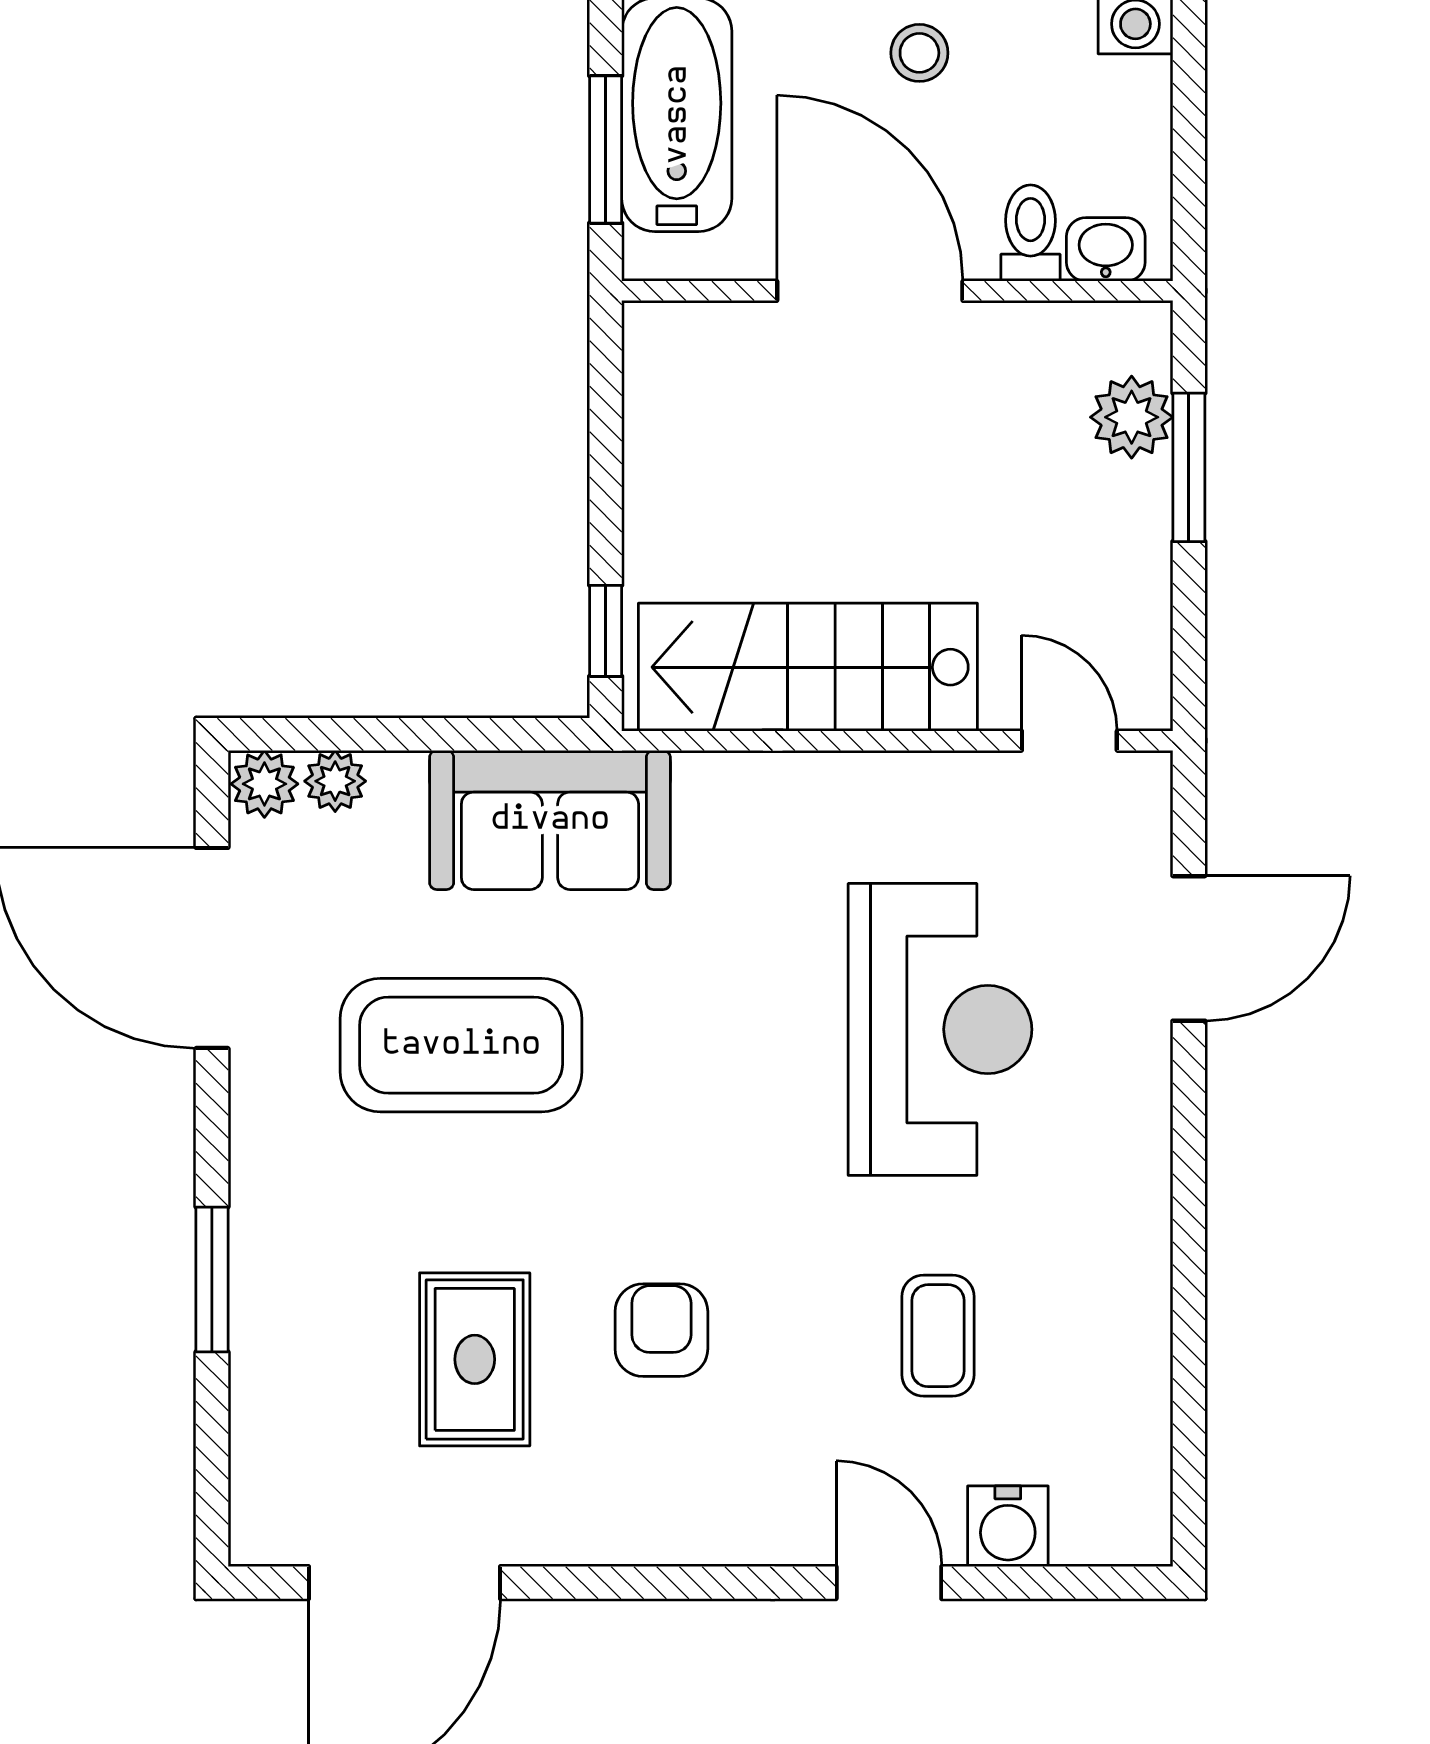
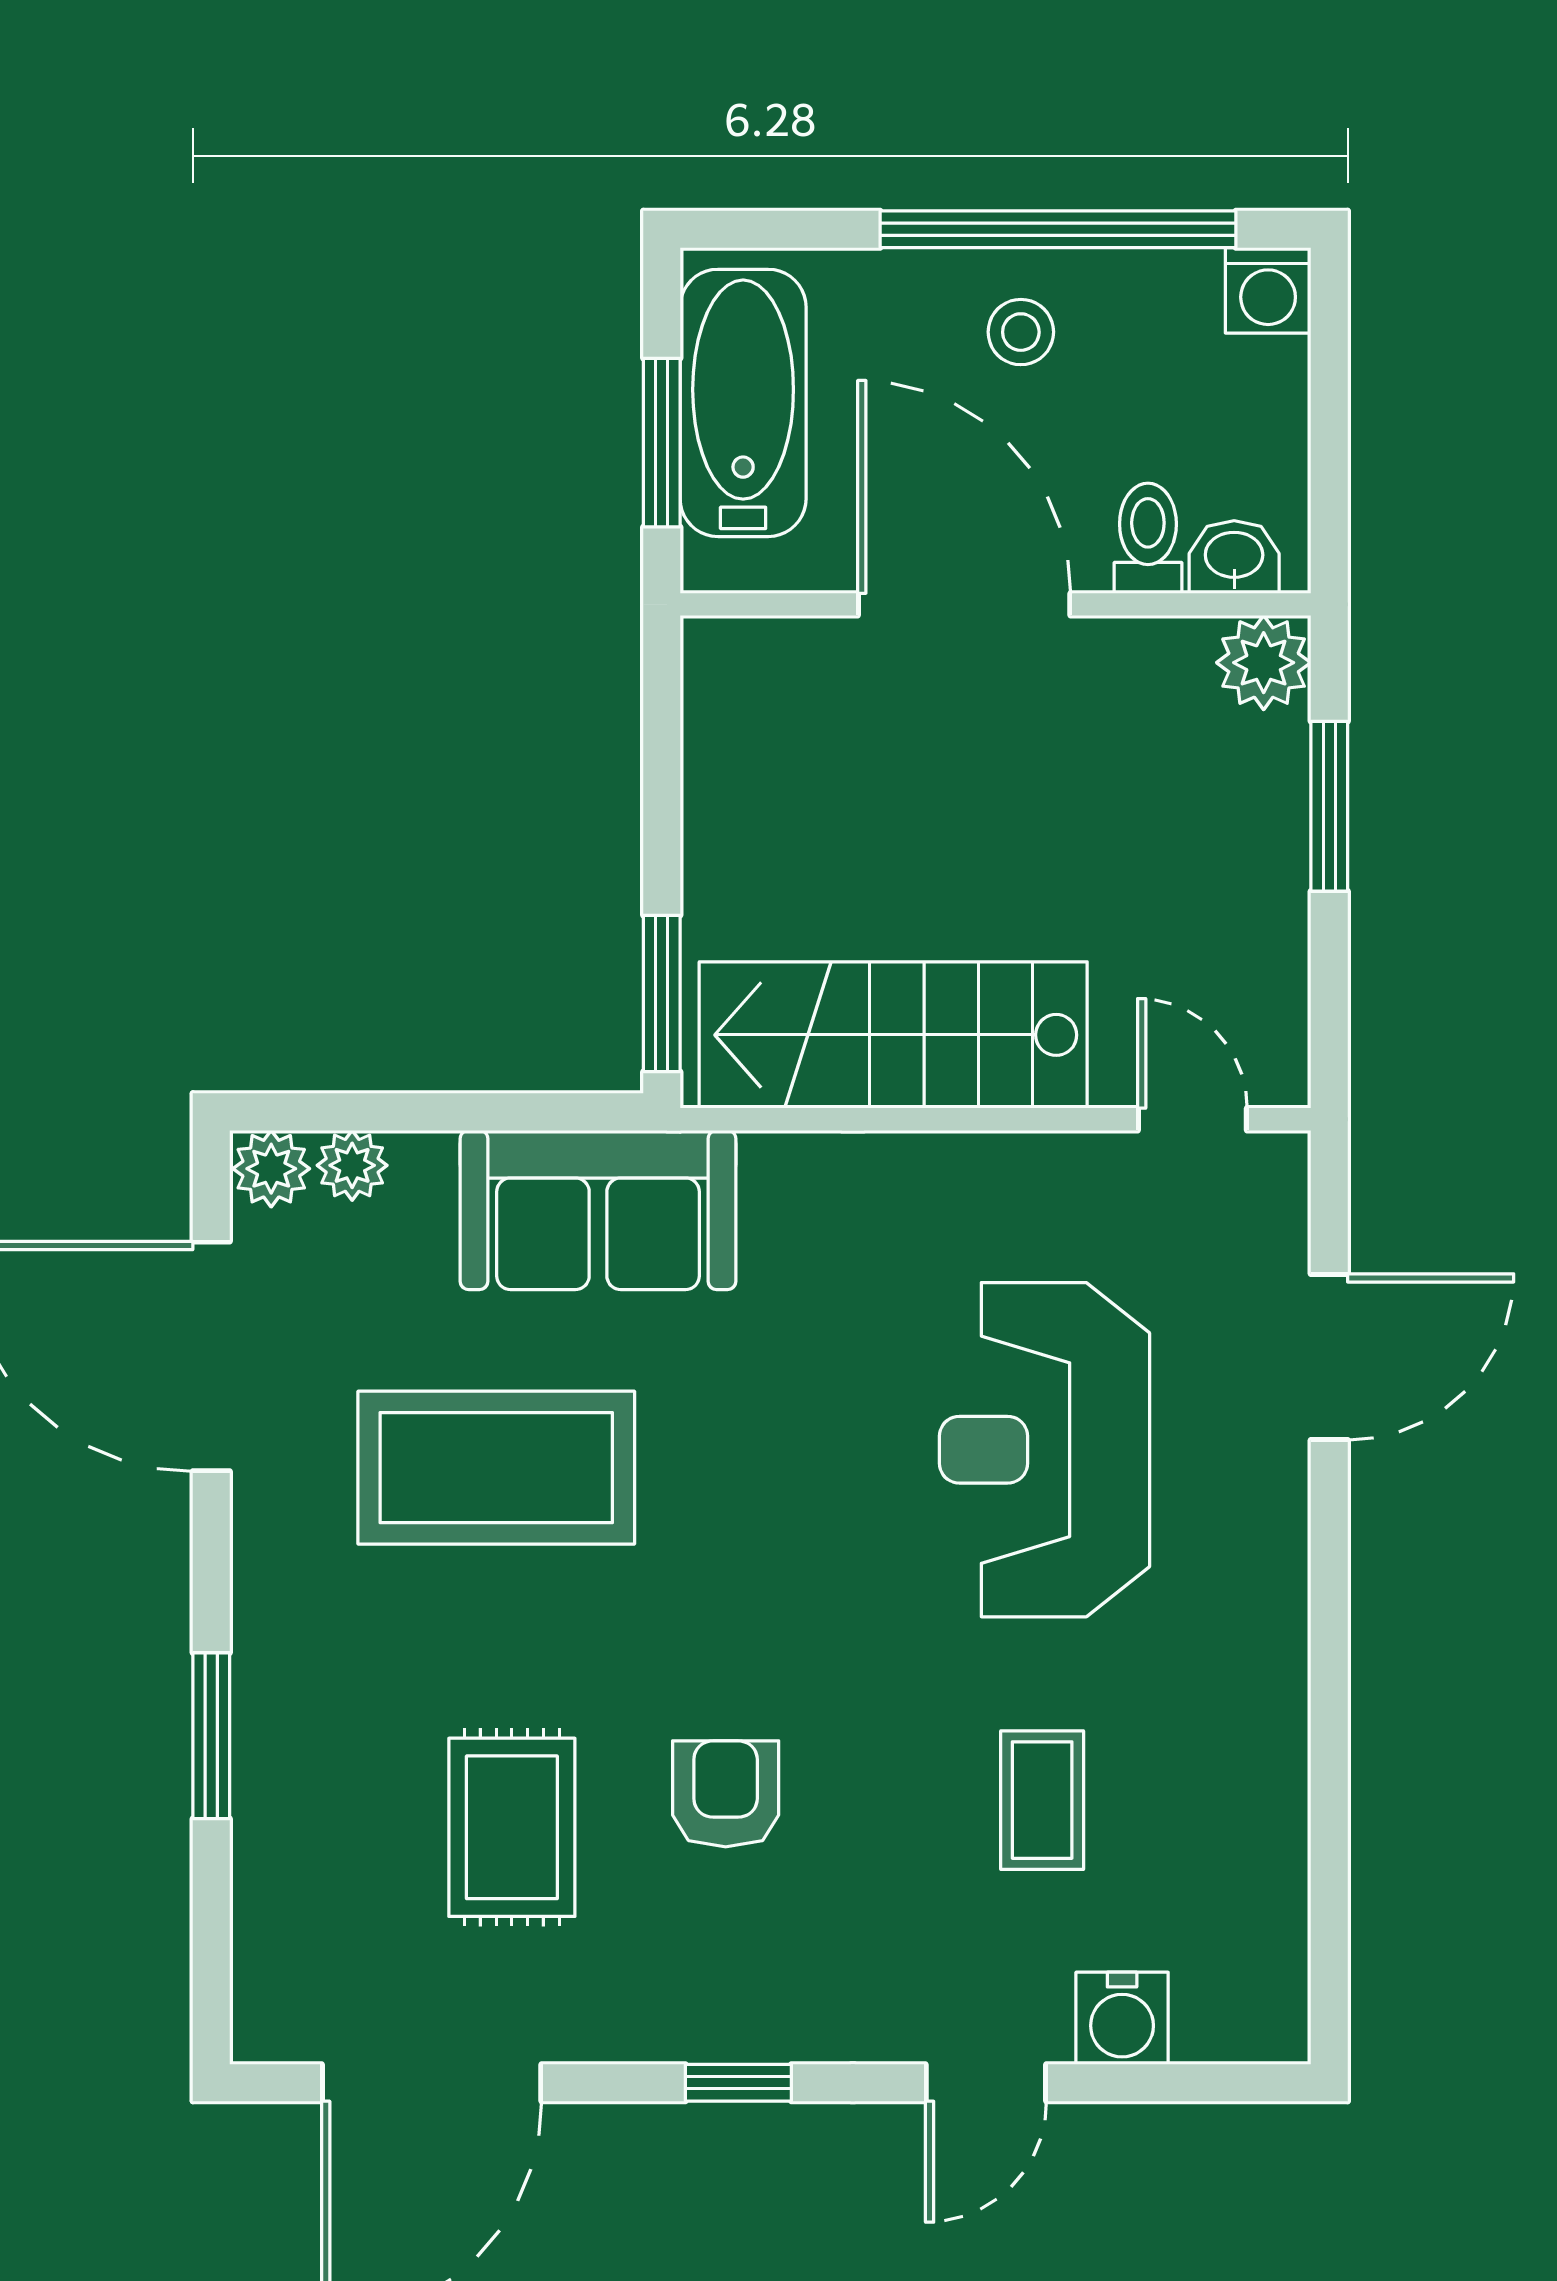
plant: (1132, 417) -> (1264, 663), moved
window: (606, 631) -> (662, 993), width x1.50
reception desk: (940, 1029) -> (1044, 1450), turned 180
window: (673, 1583) -> (738, 2083), added
door: (889, 1583) -> (986, 2083), swing flipped

